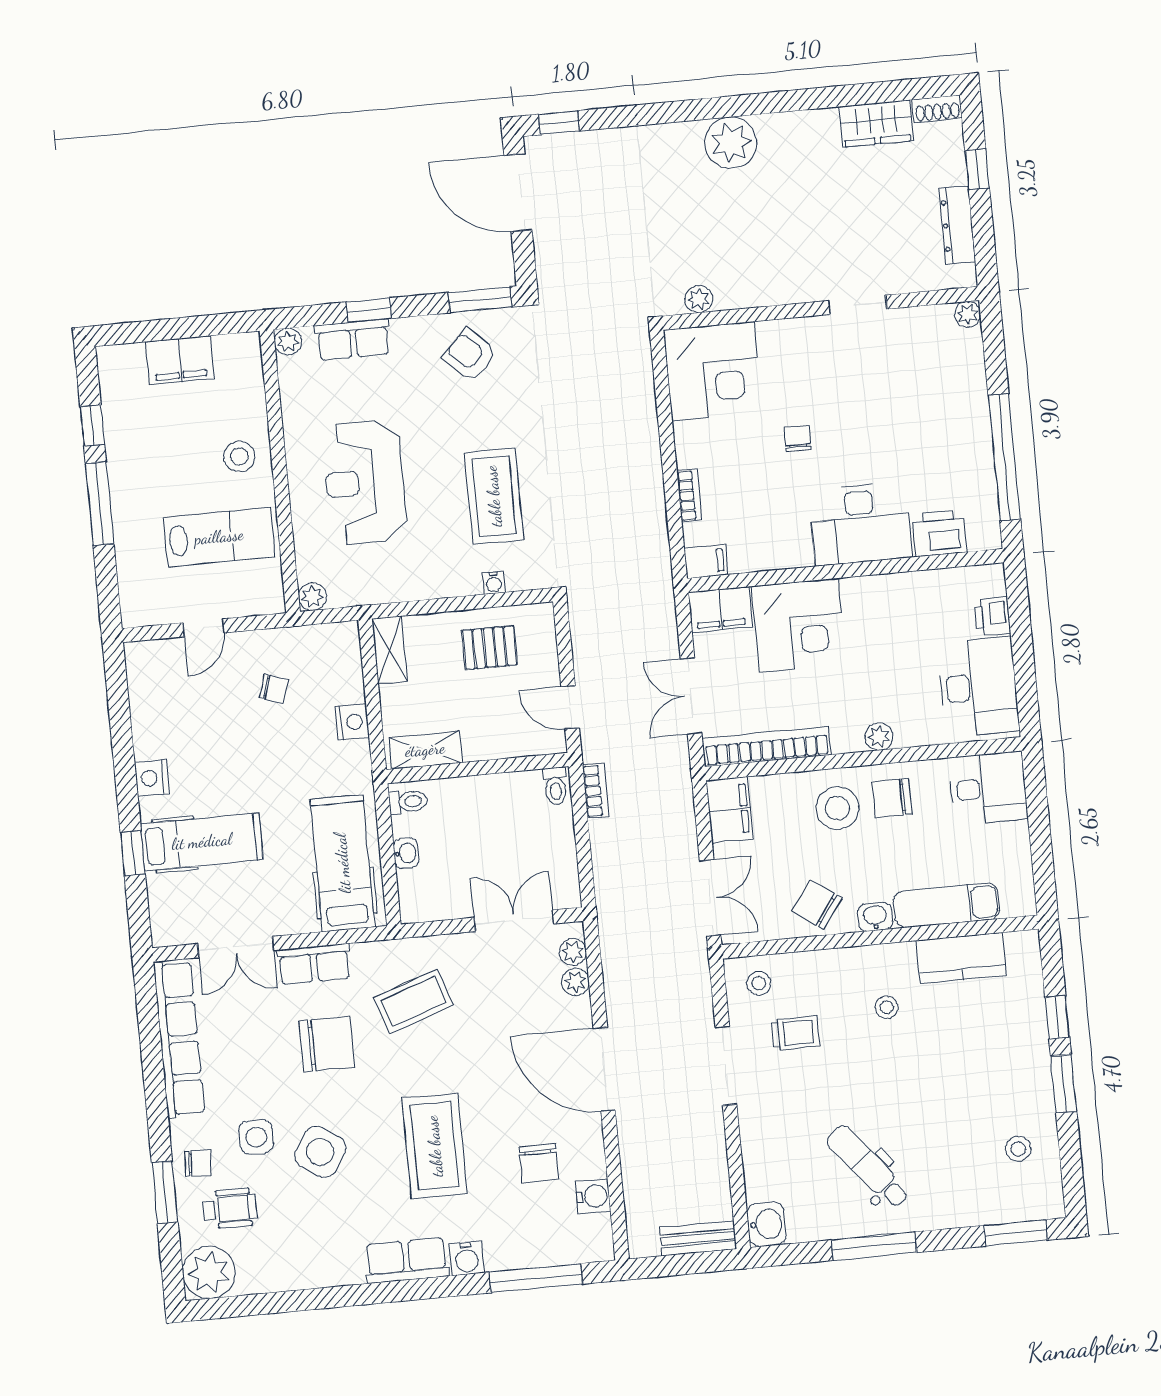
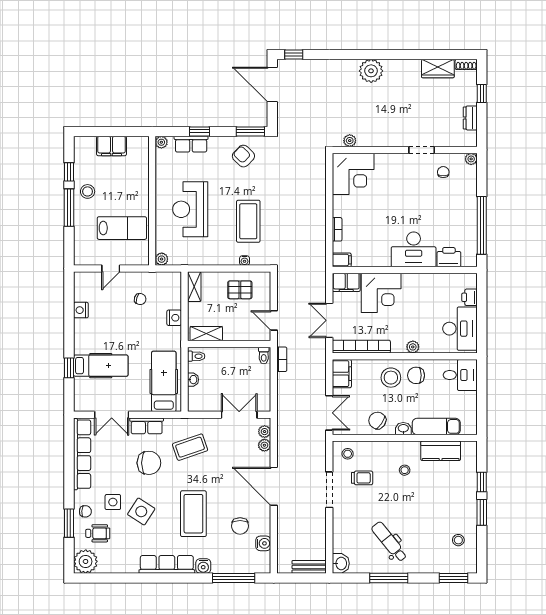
dresser: (957, 225) -> (470, 118), width x0.70
chair: (798, 438) -> (443, 172), moved
stool: (239, 456) -> (88, 191), moved
nightstand: (152, 778) -> (81, 310), moved
row of seats: (407, 1260) -> (167, 564), width x1.48

